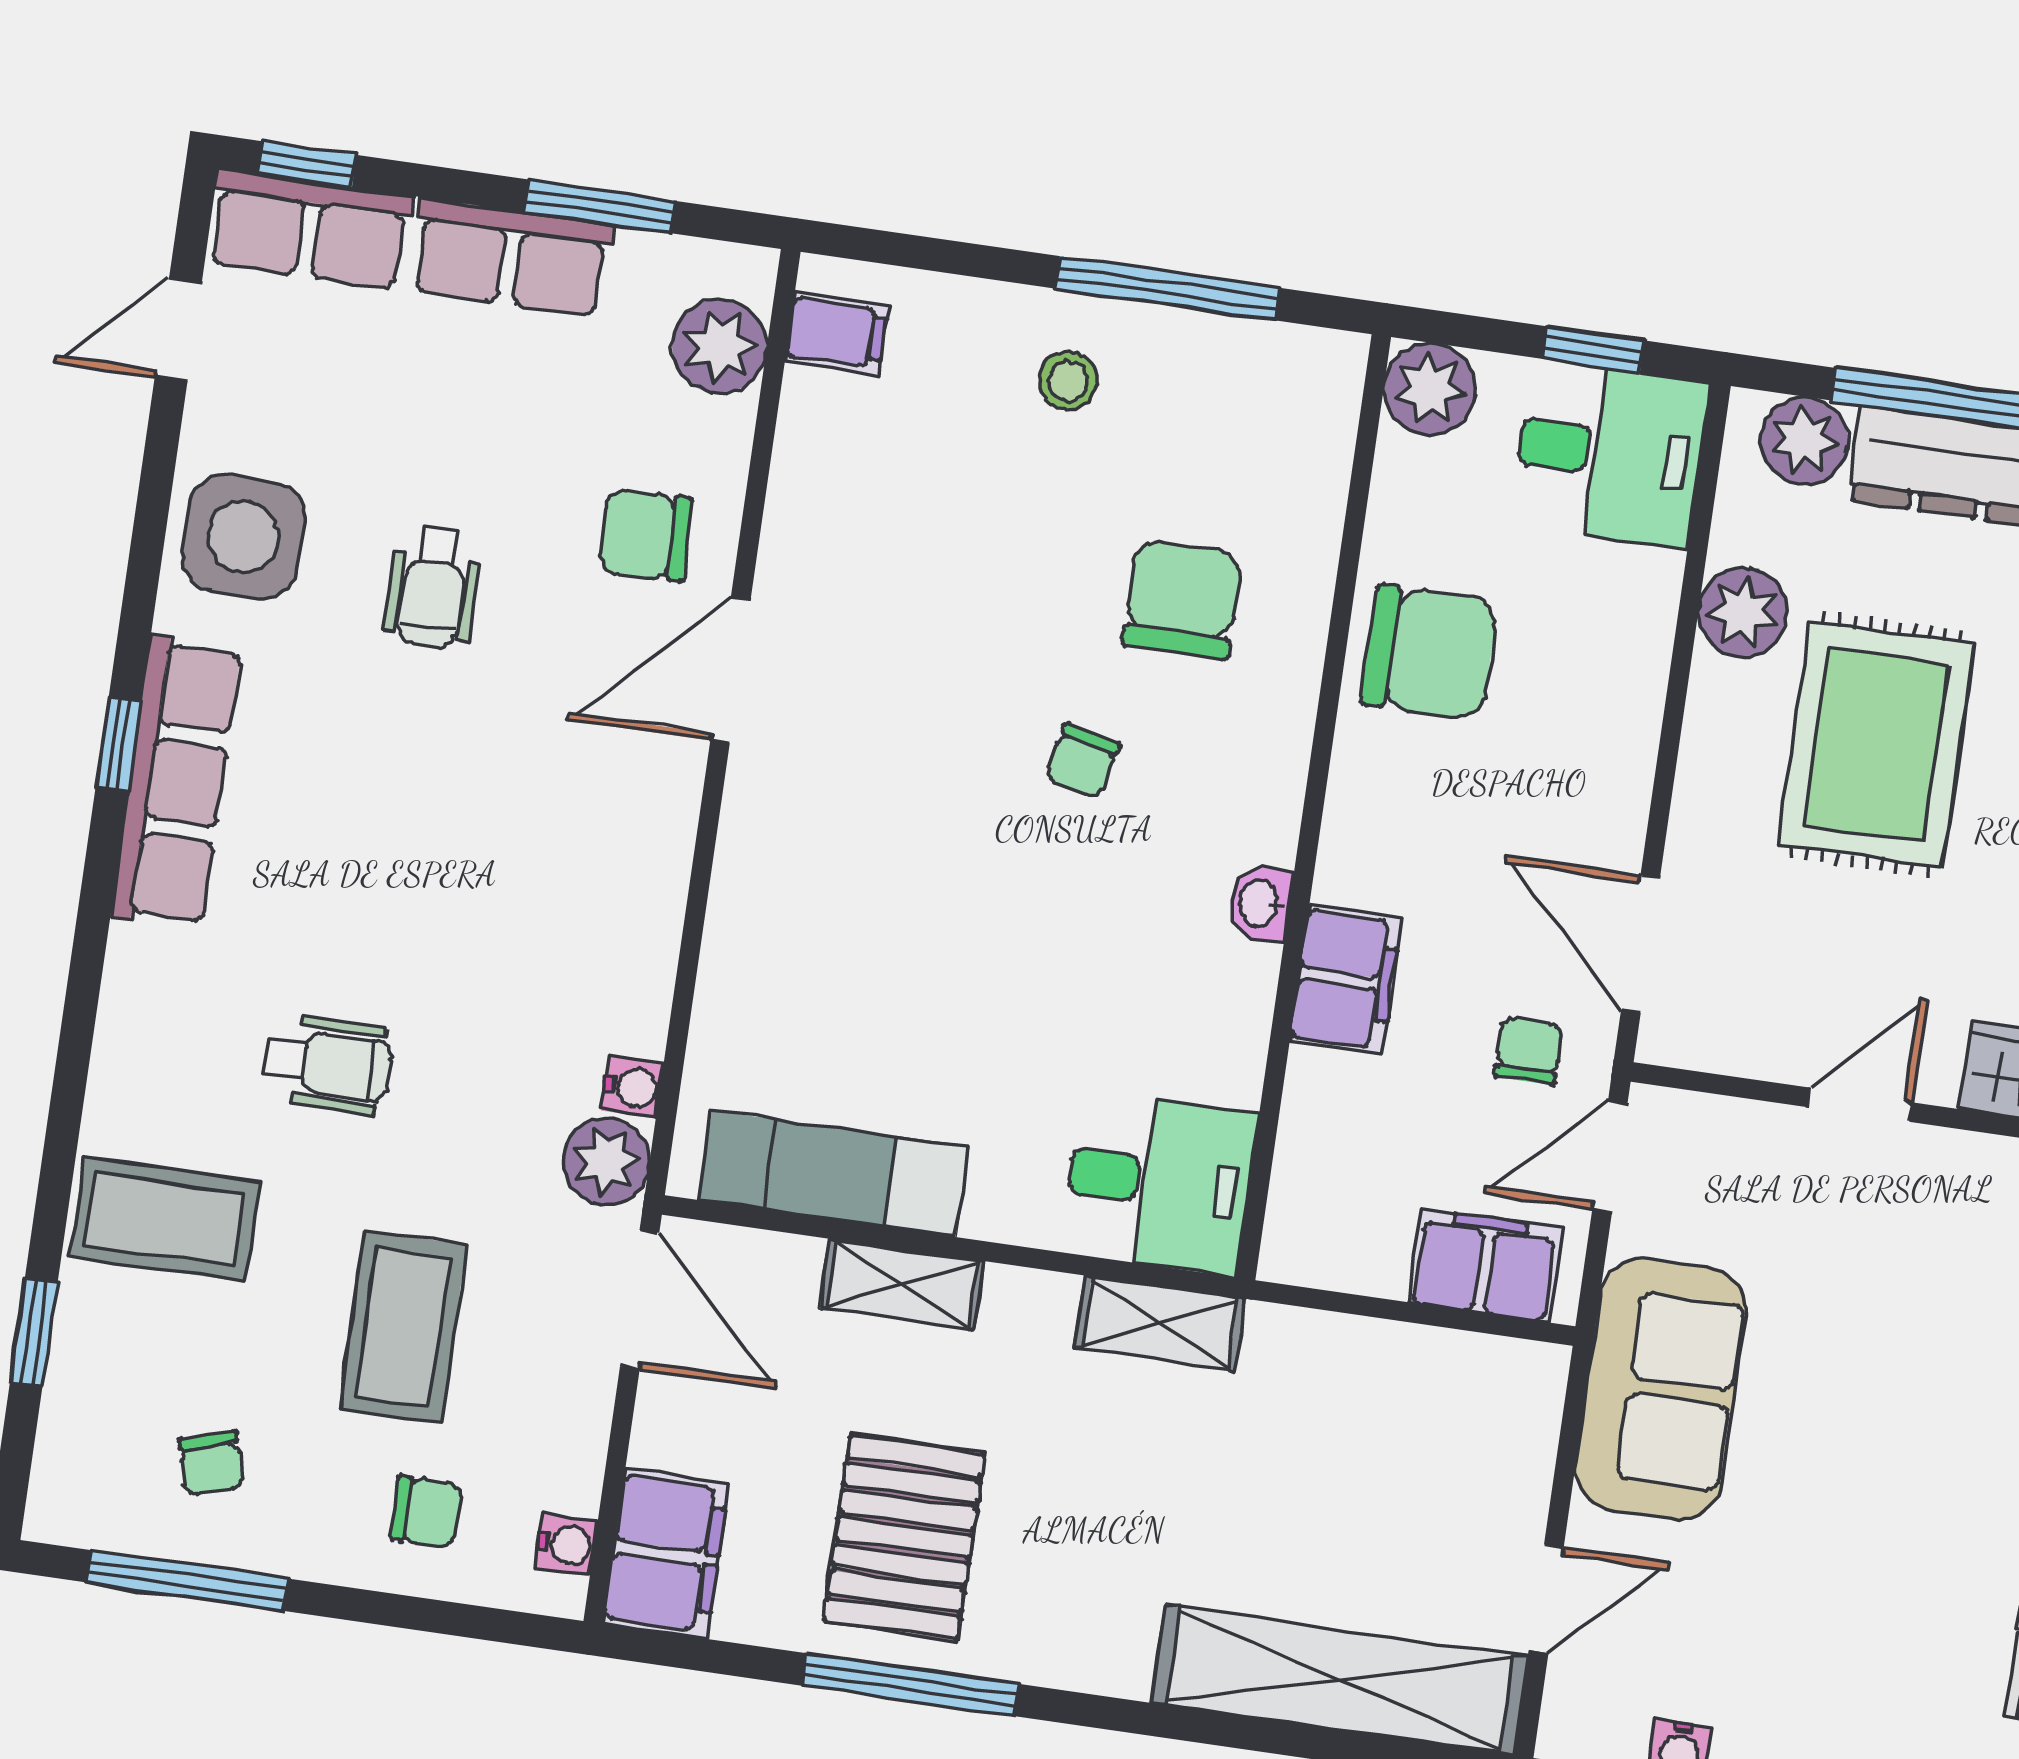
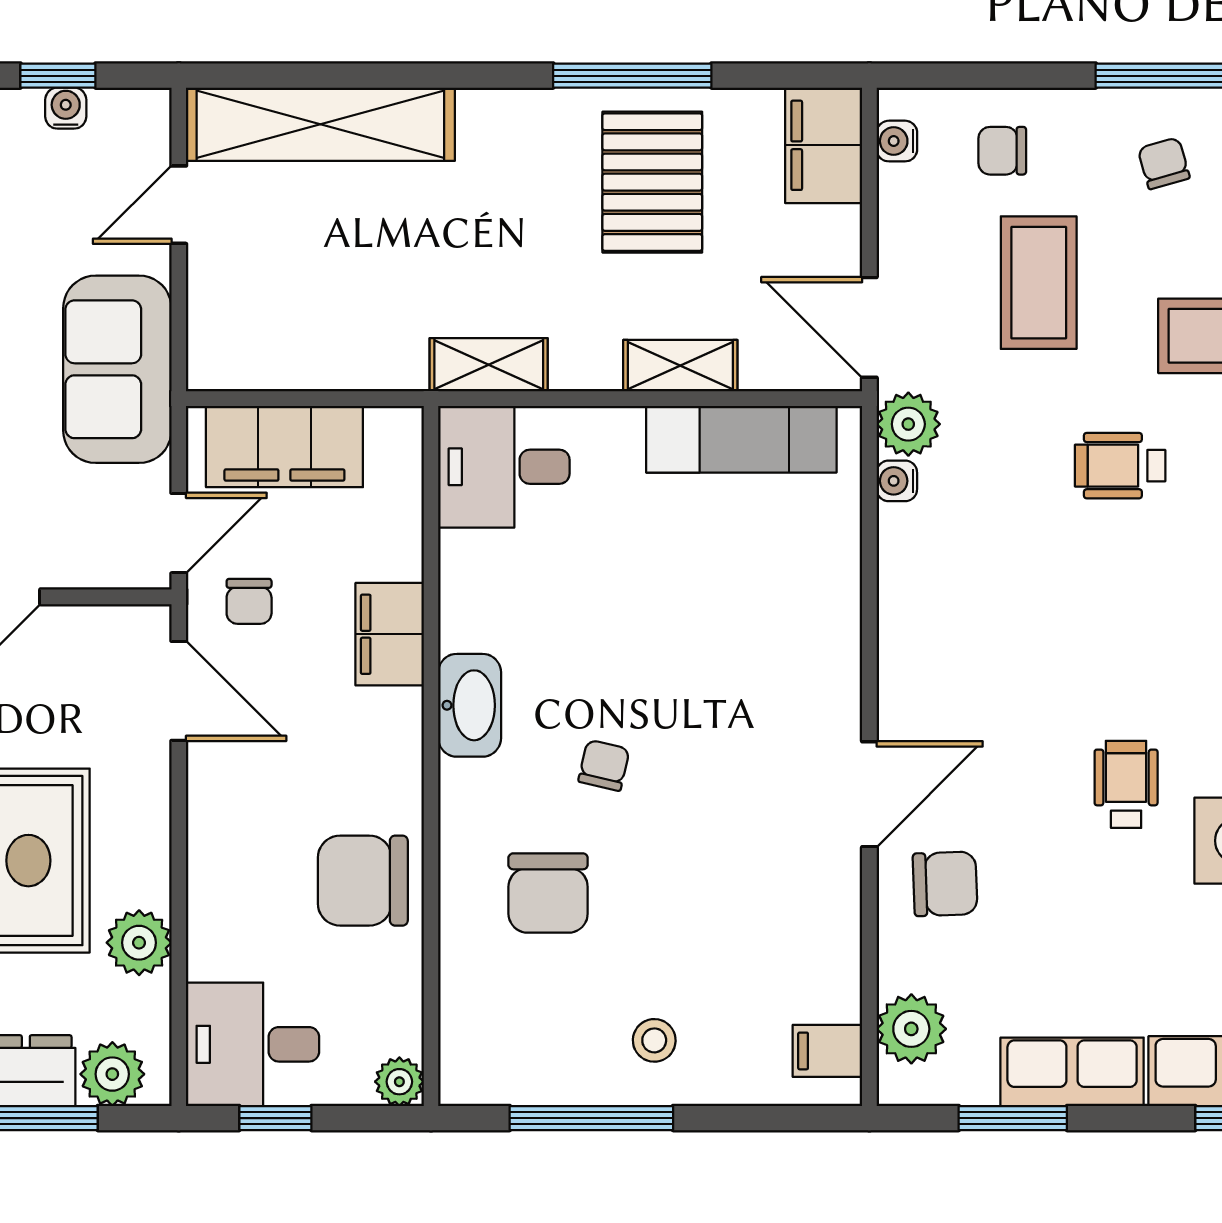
plant: (1430, 389) -> (399, 1082), width x0.73, depth x0.73
wheelchair: (433, 587) -> (1126, 784), moved
washbasin: (1260, 903) -> (470, 705), width x1.91, depth x1.45
filing cabinet: (1485, 1265) -> (284, 447), width x1.50, depth x1.17

